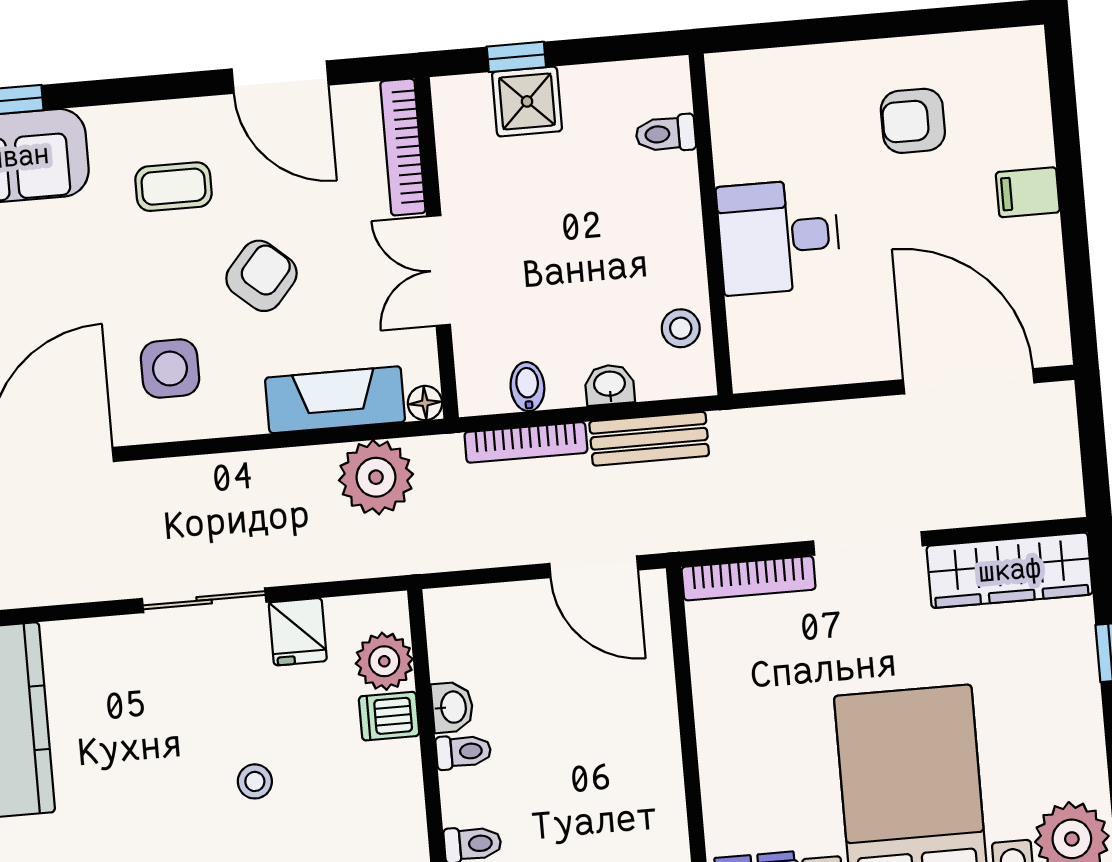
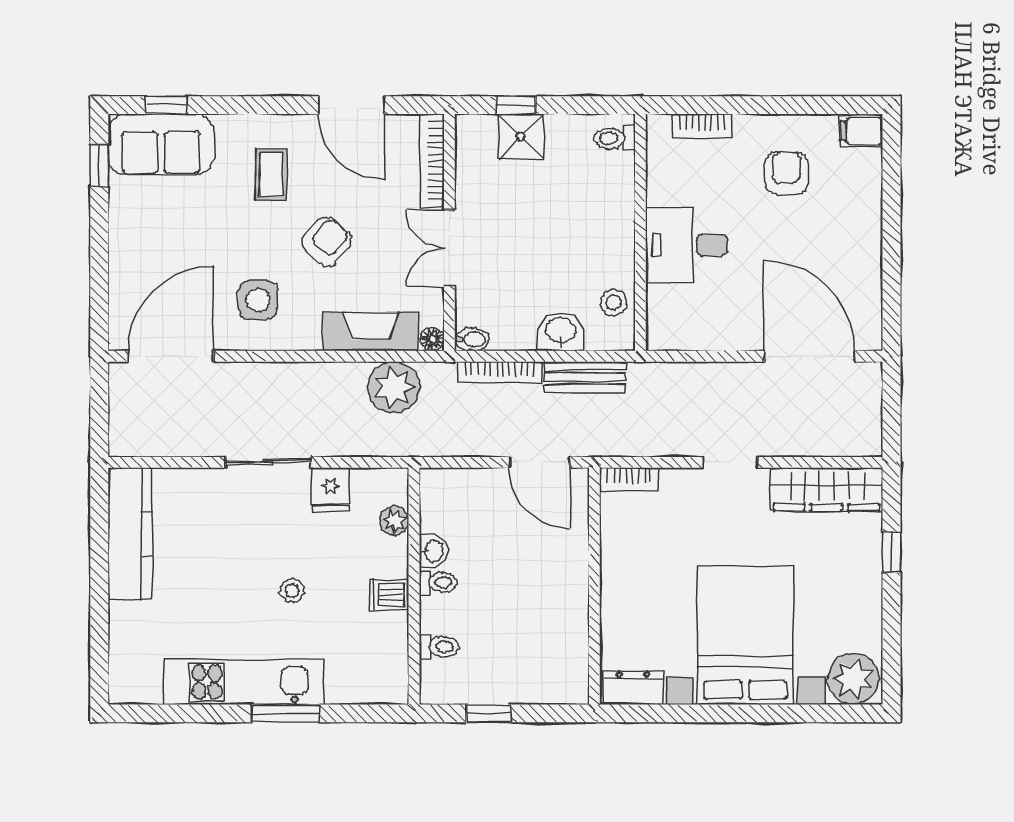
bookcase: (786, 64) -> (702, 126), added
armchair: (913, 121) -> (786, 173), turned 90
toilet: (666, 134) -> (615, 138), moved
coffee table: (173, 187) -> (271, 175), turned 90
filing cabinet: (1028, 192) -> (862, 131), moved
washbasin: (610, 385) -> (561, 331), width x1.38, depth x1.45
bidet: (527, 387) -> (472, 339), moved, turned 90
doorway: (868, 543) -> (730, 462), width x0.73
bookcase: (749, 578) -> (629, 479), width x0.64
plant: (384, 661) -> (394, 521), width x0.73, depth x0.73
dishwasher: (389, 716) -> (389, 595), moved

